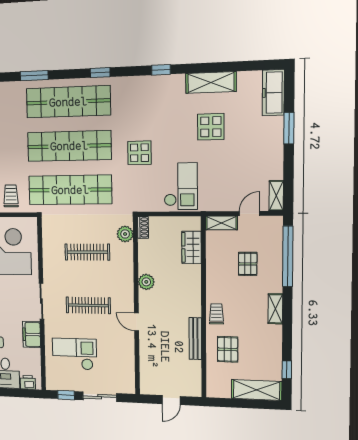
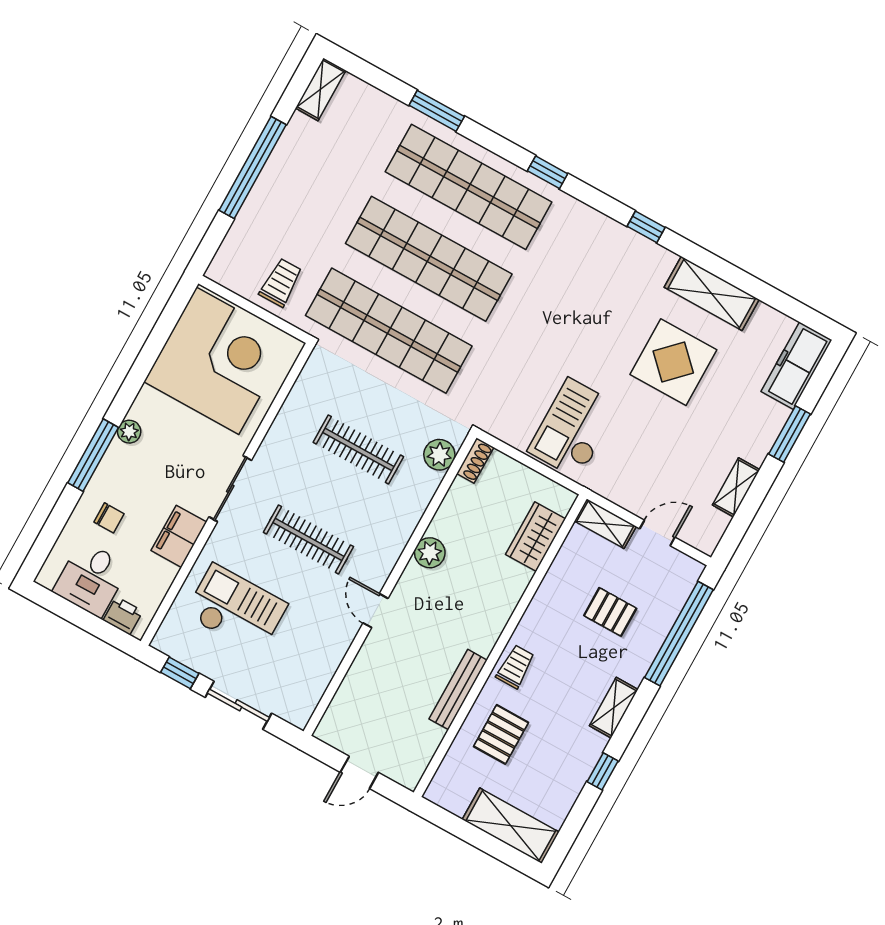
display table: (211, 127) -> (673, 362), width x1.36, depth x1.36
display table: (139, 153) -> (538, 337), removed
checkout: (181, 186) -> (574, 429), turned 180
shelving: (276, 196) -> (736, 487), moved
pallet: (248, 264) -> (610, 612), turned 90
window: (287, 370) -> (603, 771), moved

